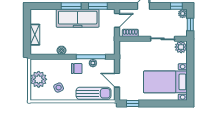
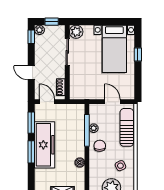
door: (117, 80) -> (112, 102), swing flipped
window: (133, 103) -> (138, 54), moved

